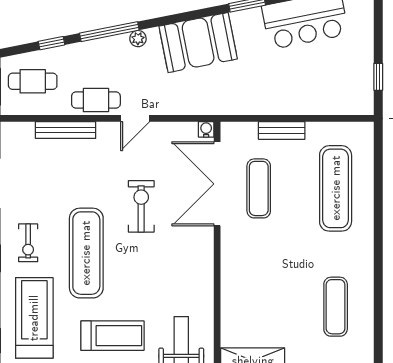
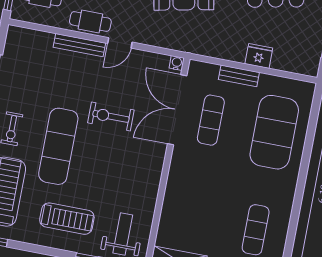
fridge: (301, 103) -> (259, 56), added
bench: (66, 130) -> (79, 45), moved
exercise mat: (336, 188) -> (274, 132), width x1.47
exercise bike: (141, 206) -> (111, 116), turned -90

